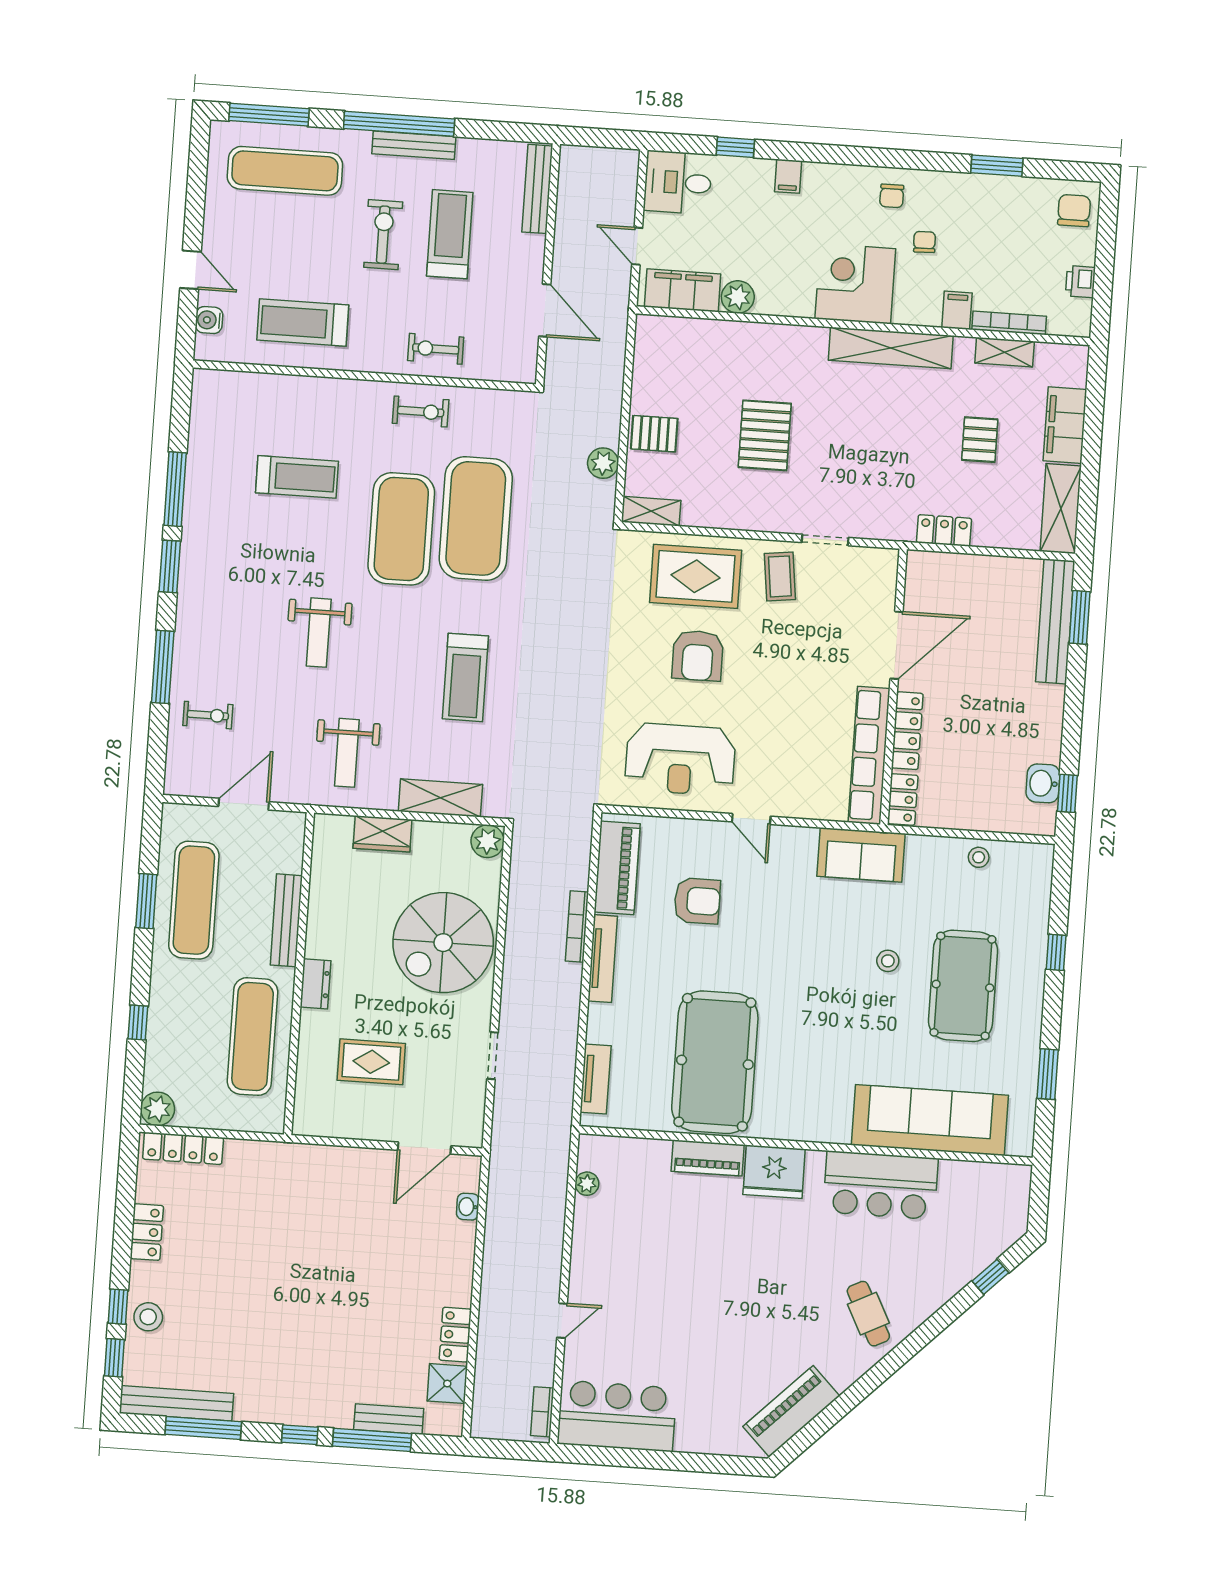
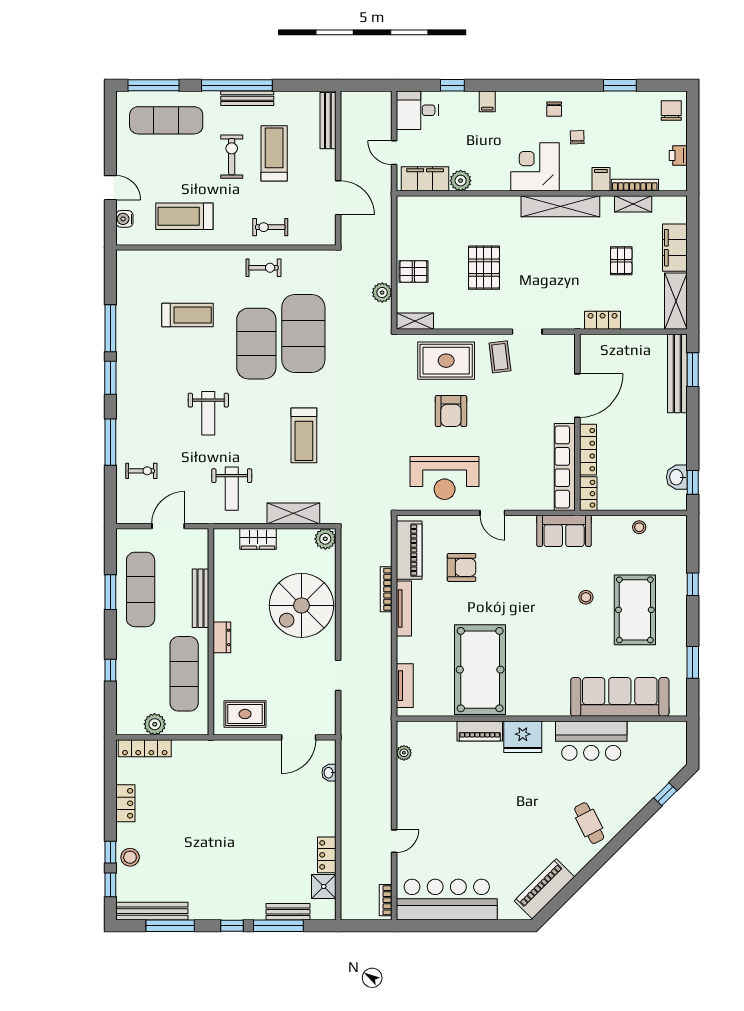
rug: (371, 1062) -> (245, 714), moved
plant: (158, 1109) -> (155, 724), moved
bar counter: (617, 1416) -> (447, 900), width x1.36

